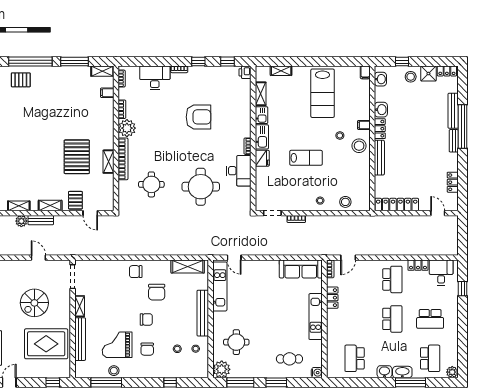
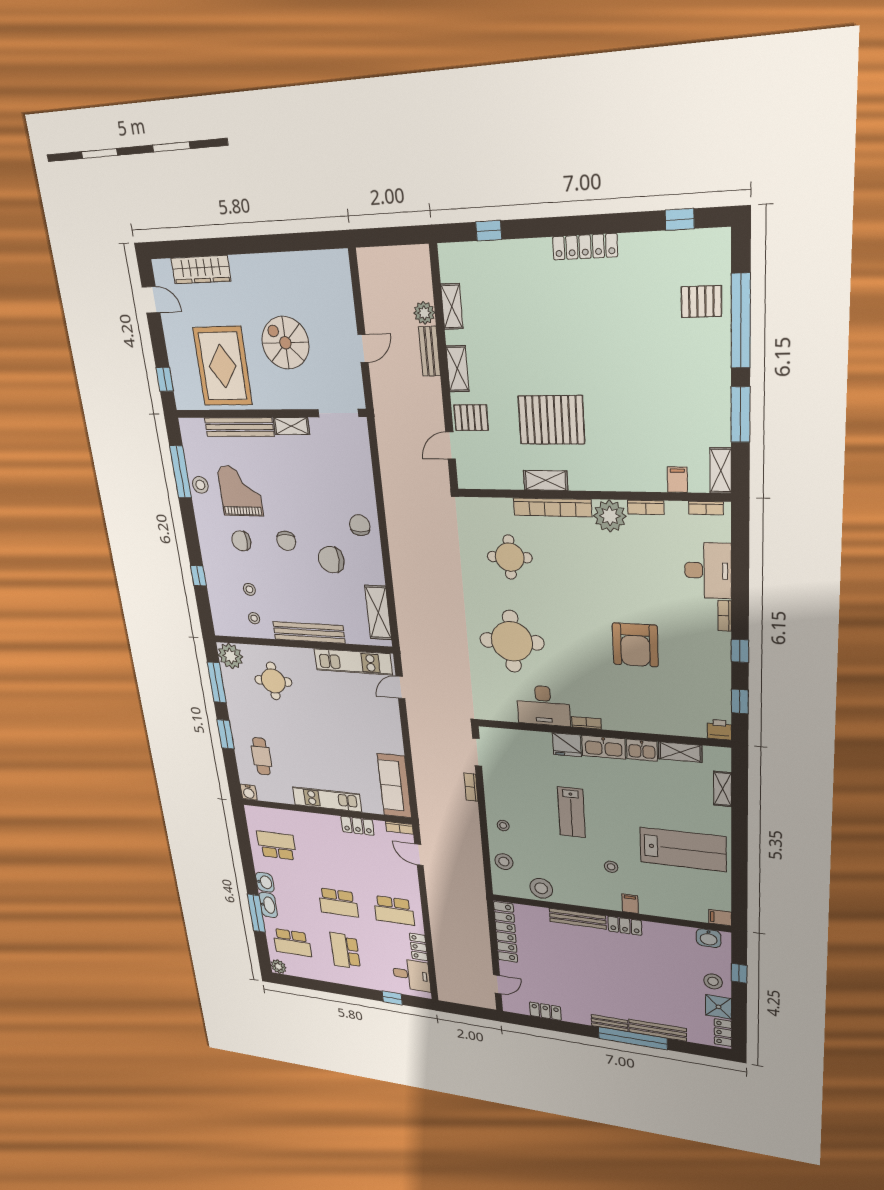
pallet: (21, 80) -> (701, 302), turned 90
lab bench: (323, 93) -> (683, 849), turned 180
washbasin: (381, 110) -> (657, 932), removed
stool: (359, 146) -> (541, 888), moved

